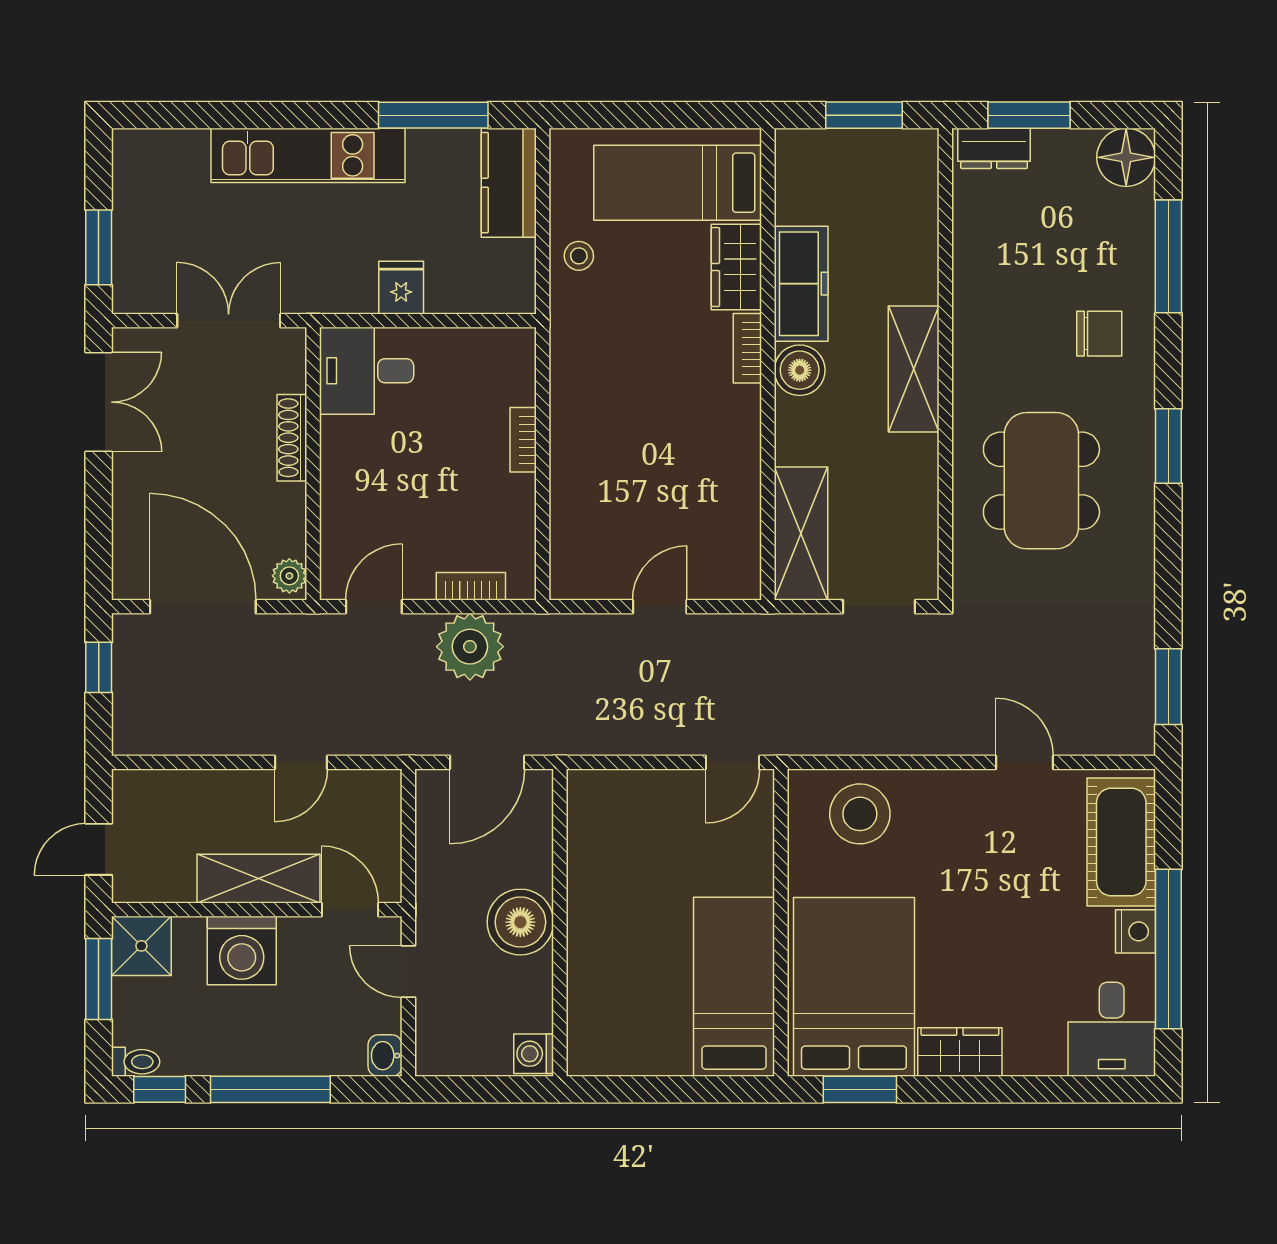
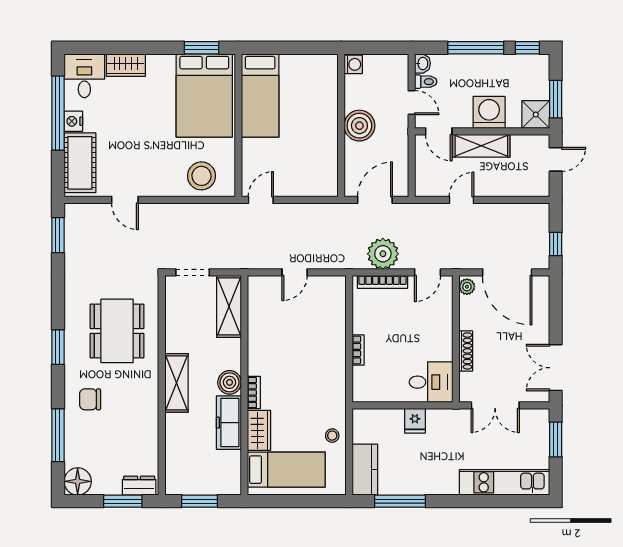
kitchen unit: (308, 155) -> (504, 482), moved
bookcase: (471, 586) -> (382, 282), width x1.56
wardrobe: (960, 1052) -> (126, 65), moved
toilet: (136, 1062) -> (426, 82), moved, turned 180

